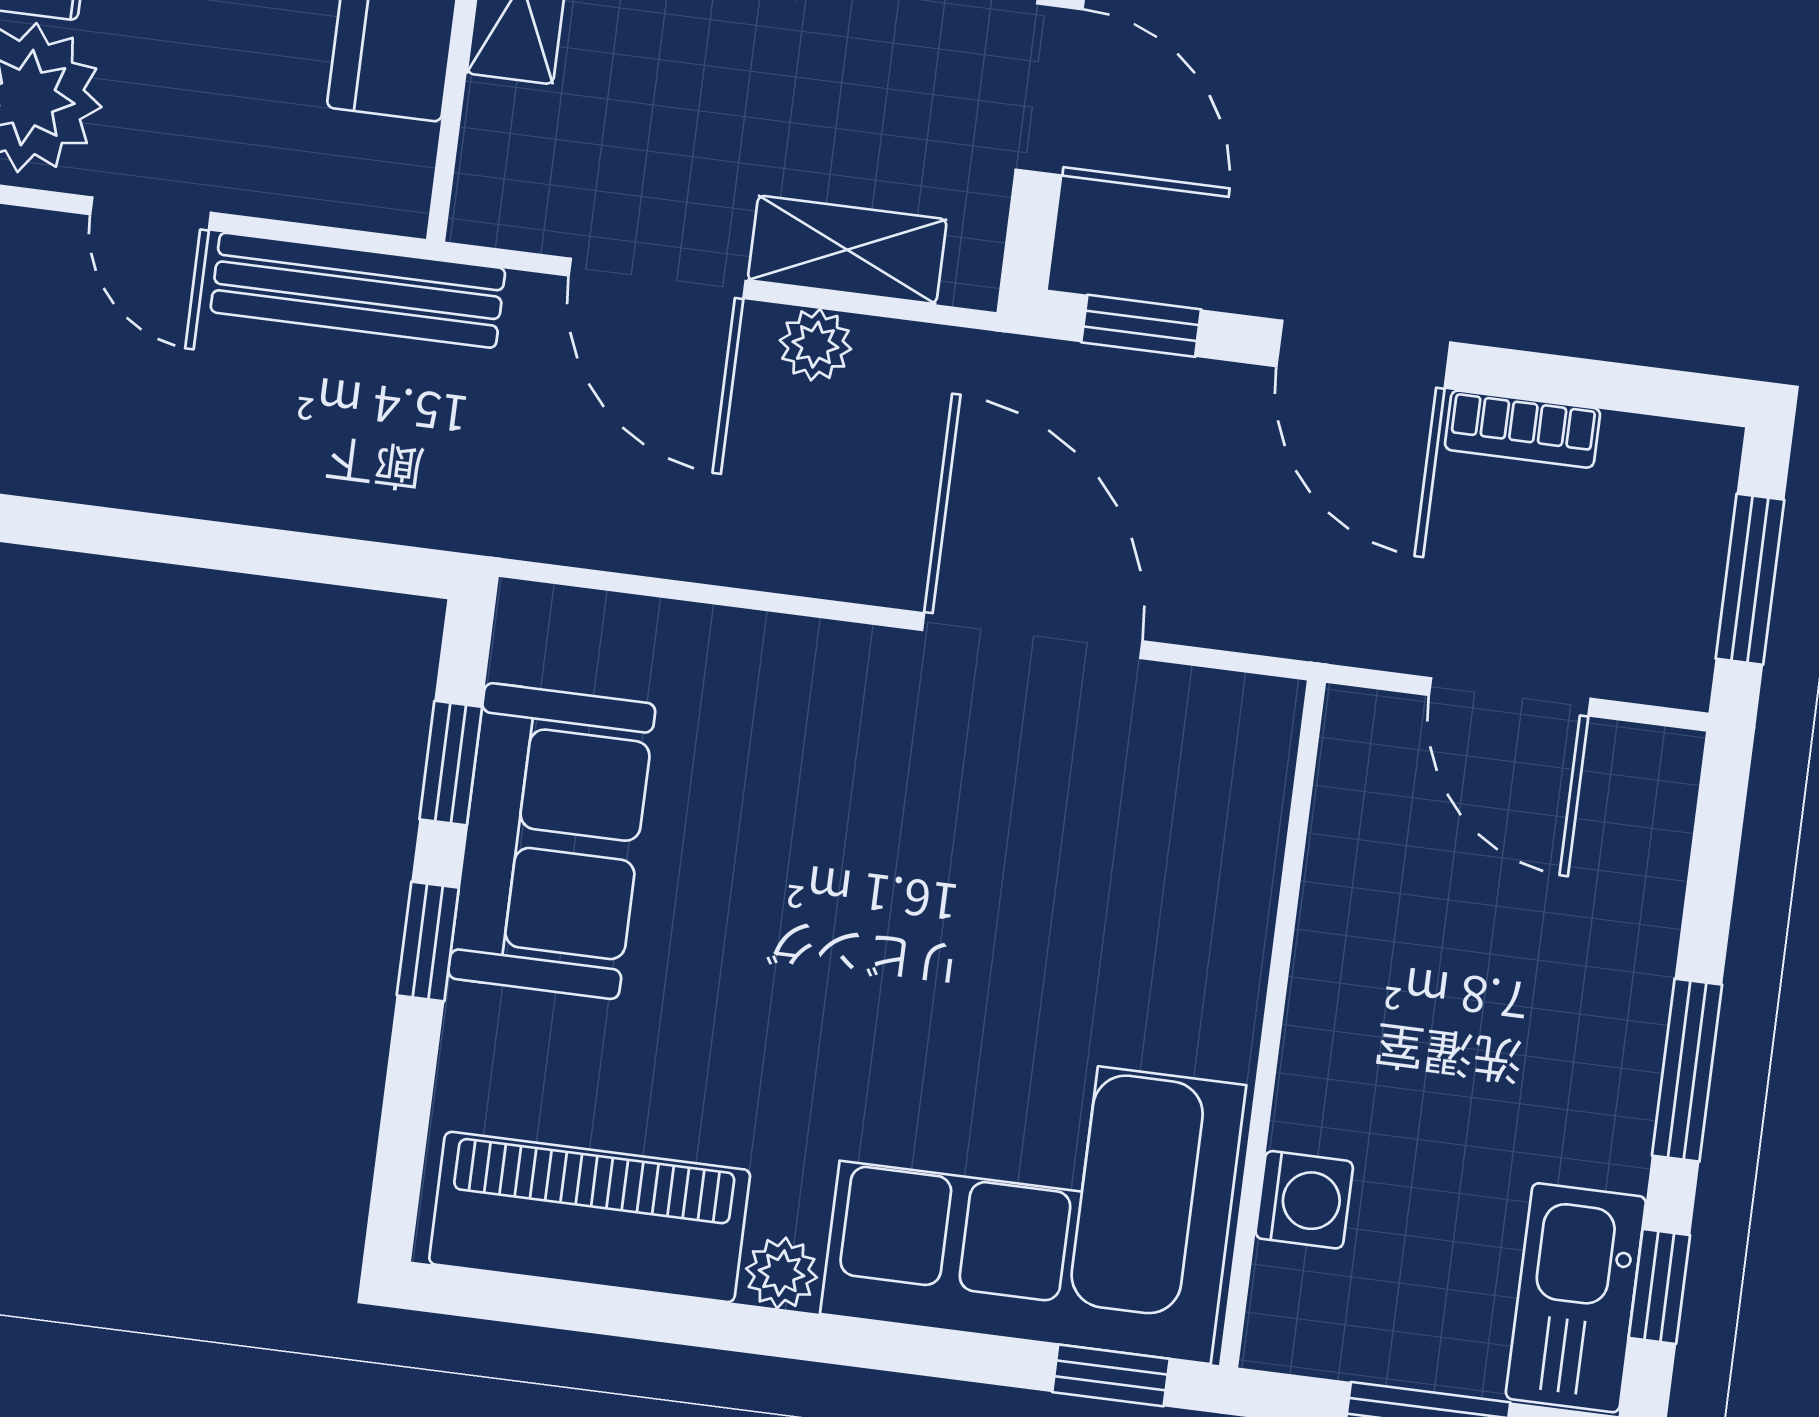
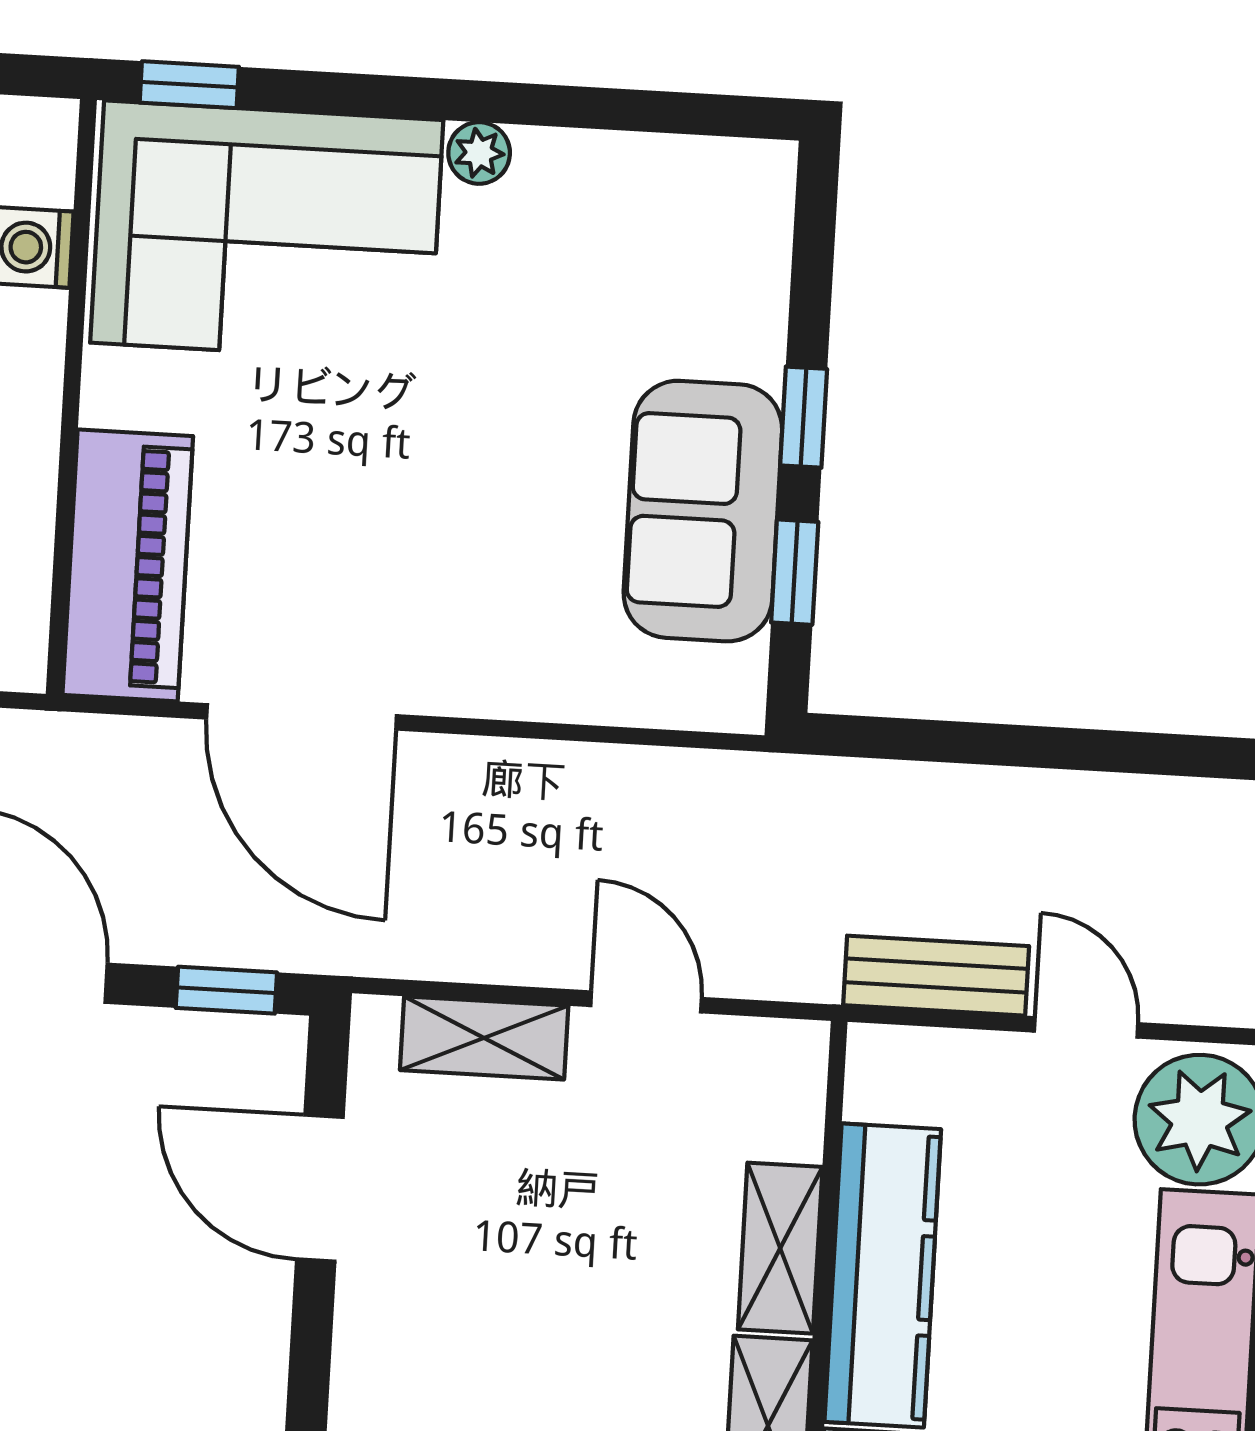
door: (657, 278) -> (646, 1002), width x0.73
bench: (358, 290) -> (936, 976), width x0.73
plant: (815, 345) -> (506, 954), removed
piano: (590, 1217) -> (128, 565), moved, turned -90

